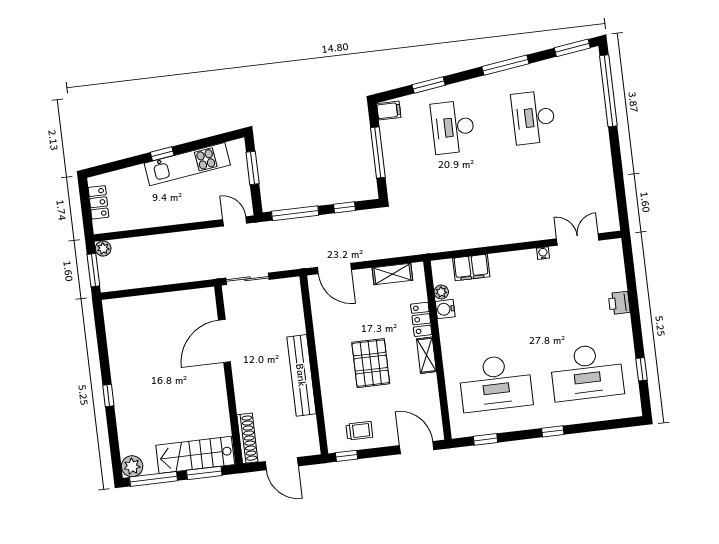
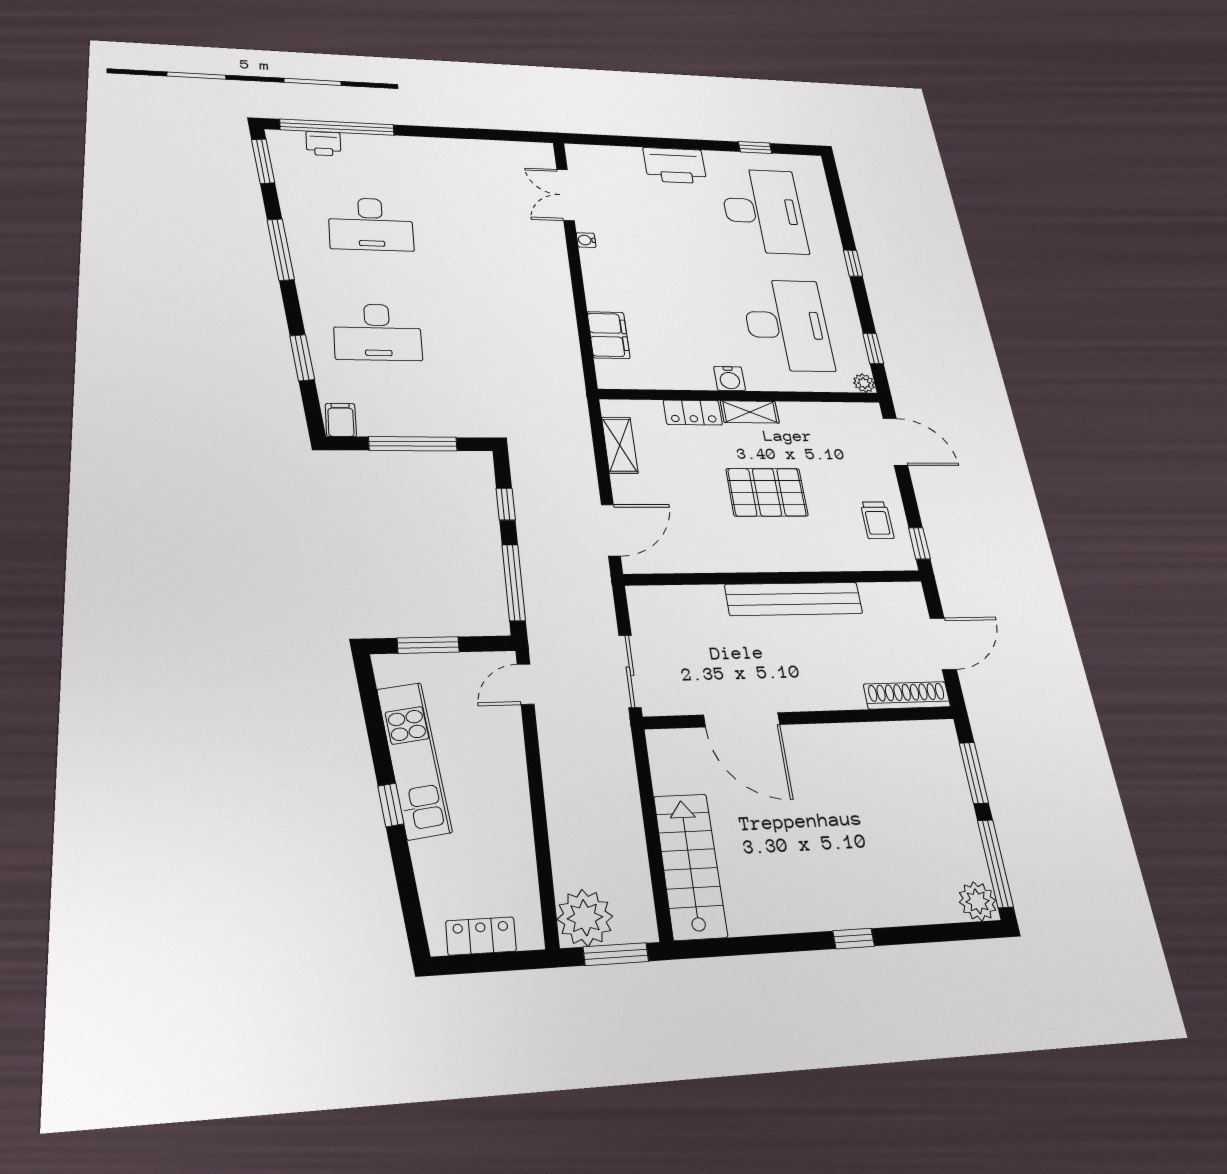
printer: (593, 83) -> (323, 144), added
plant: (103, 249) -> (585, 918), width x1.88, depth x1.88
plant: (441, 292) -> (864, 383), moved
printer: (619, 303) -> (675, 165), width x1.87, depth x1.48
water cooler: (445, 309) -> (730, 379), moved
trolley: (359, 431) -> (877, 520), turned 180
door: (417, 448) -> (895, 442), swing flipped
stairs: (195, 455) -> (690, 866), moved, turned 180

